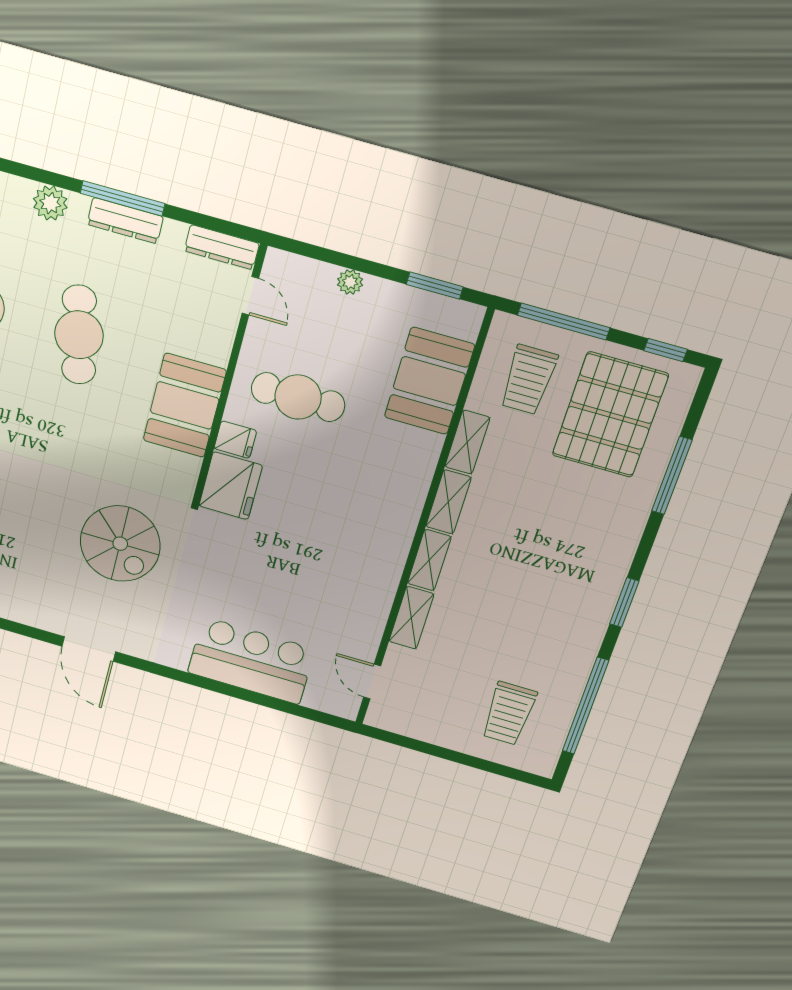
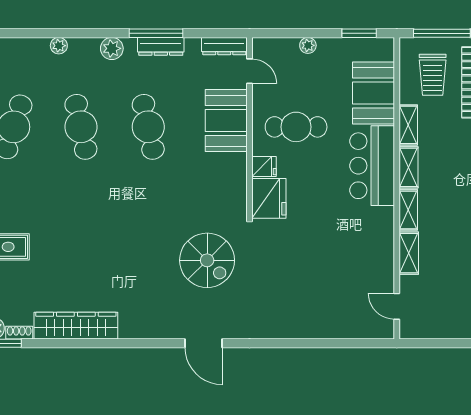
booth: (185, 405) -> (226, 121), moved
bar counter: (251, 661) -> (372, 166), moved, turned -90

